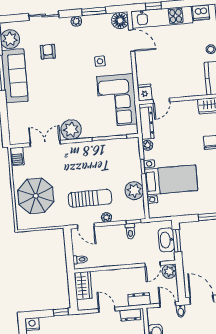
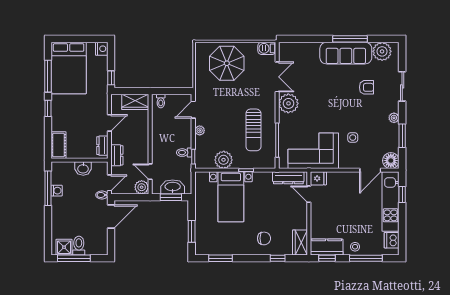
plant: (148, 145) -> (267, 177), removed
sun lounger: (90, 198) -> (253, 130), moved

